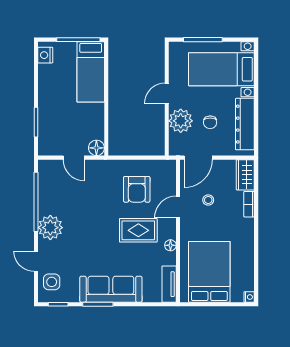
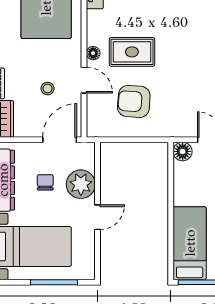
armchair: (137, 189) -> (134, 101), turned -86
door: (178, 207) -> (84, 80), hinge flipped
floor lamp: (170, 245) -> (93, 53), moved

